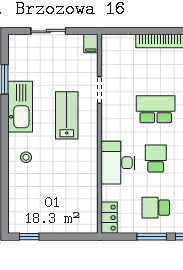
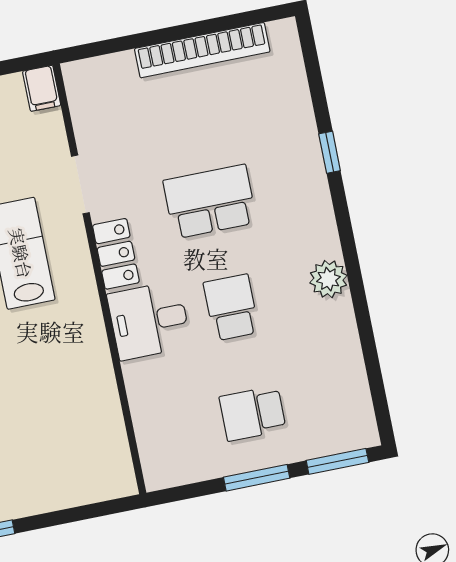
desk: (118, 163) -> (149, 320), width x0.73
locker: (109, 218) -> (116, 254), moved

